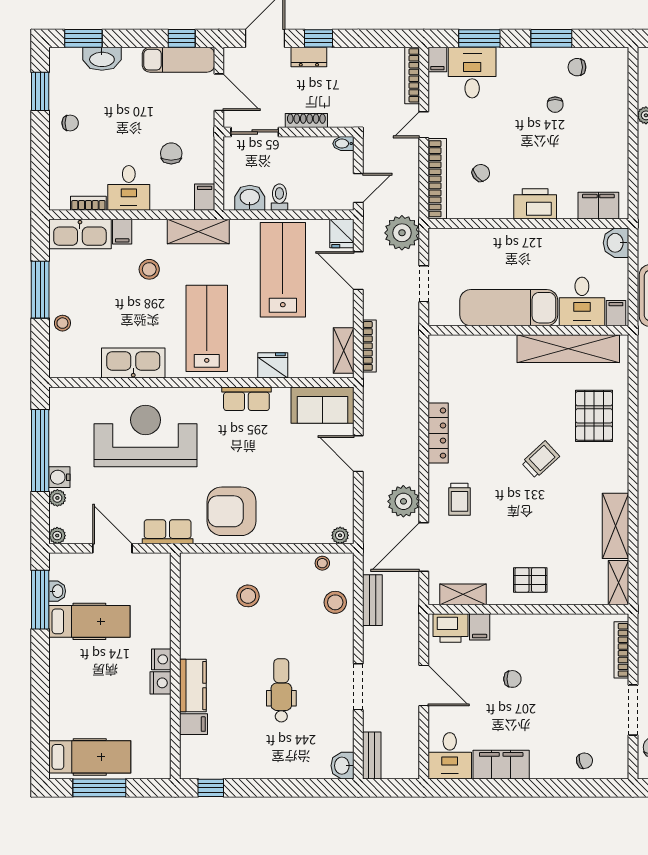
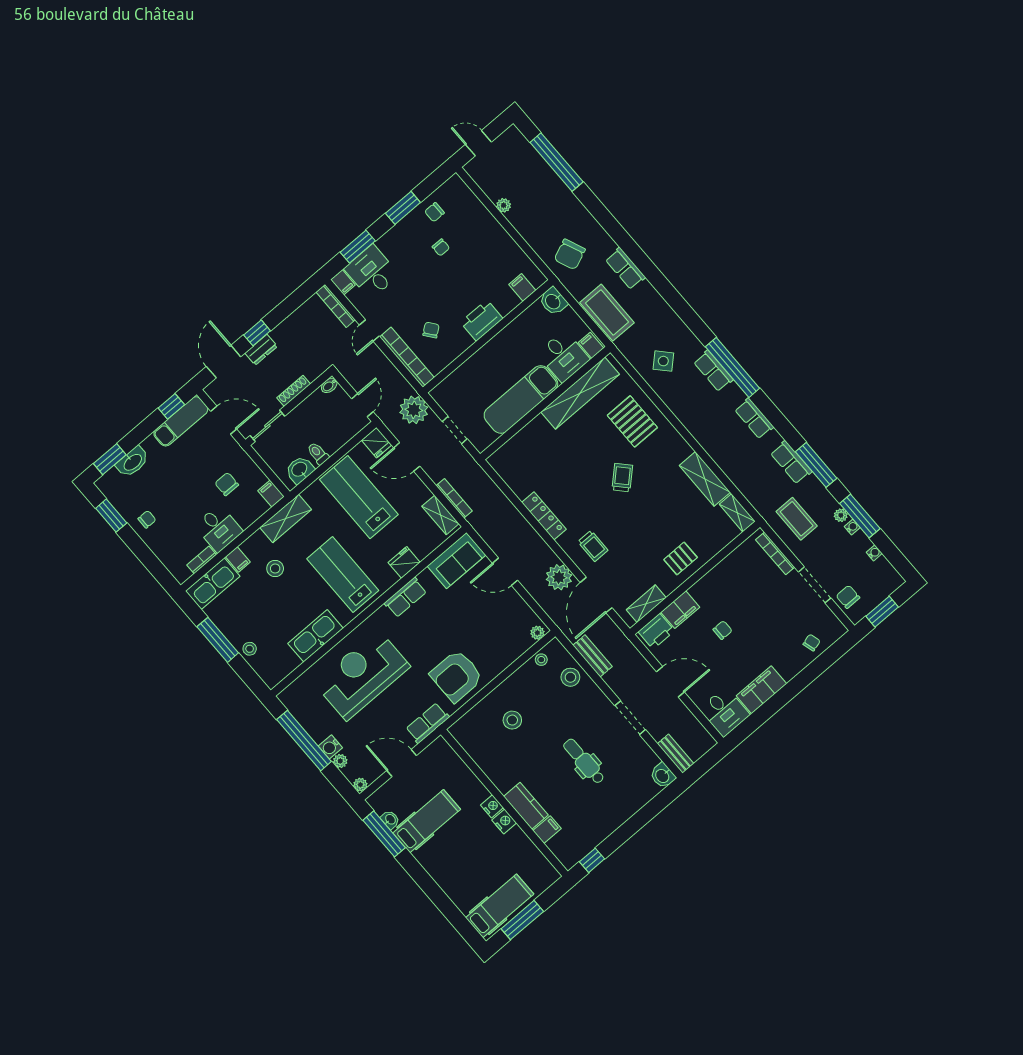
filing cabinet: (598, 206) -> (522, 287), width x0.50
filing cabinet: (480, 627) -> (680, 610), width x2.00

